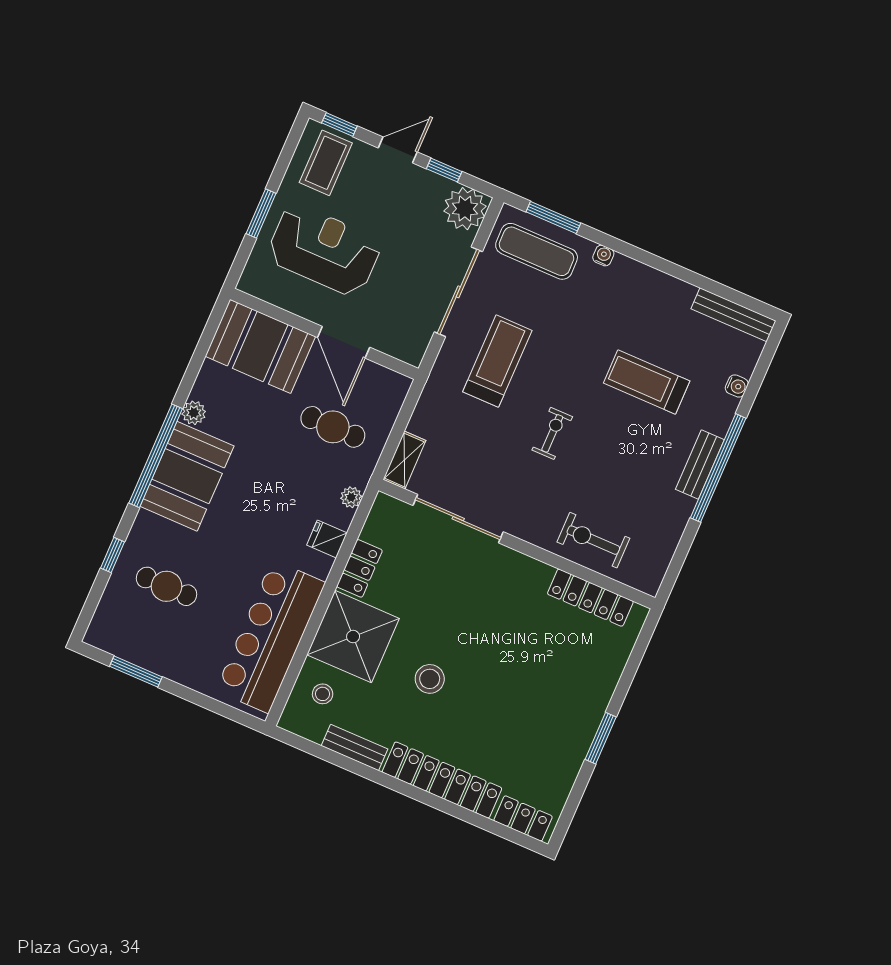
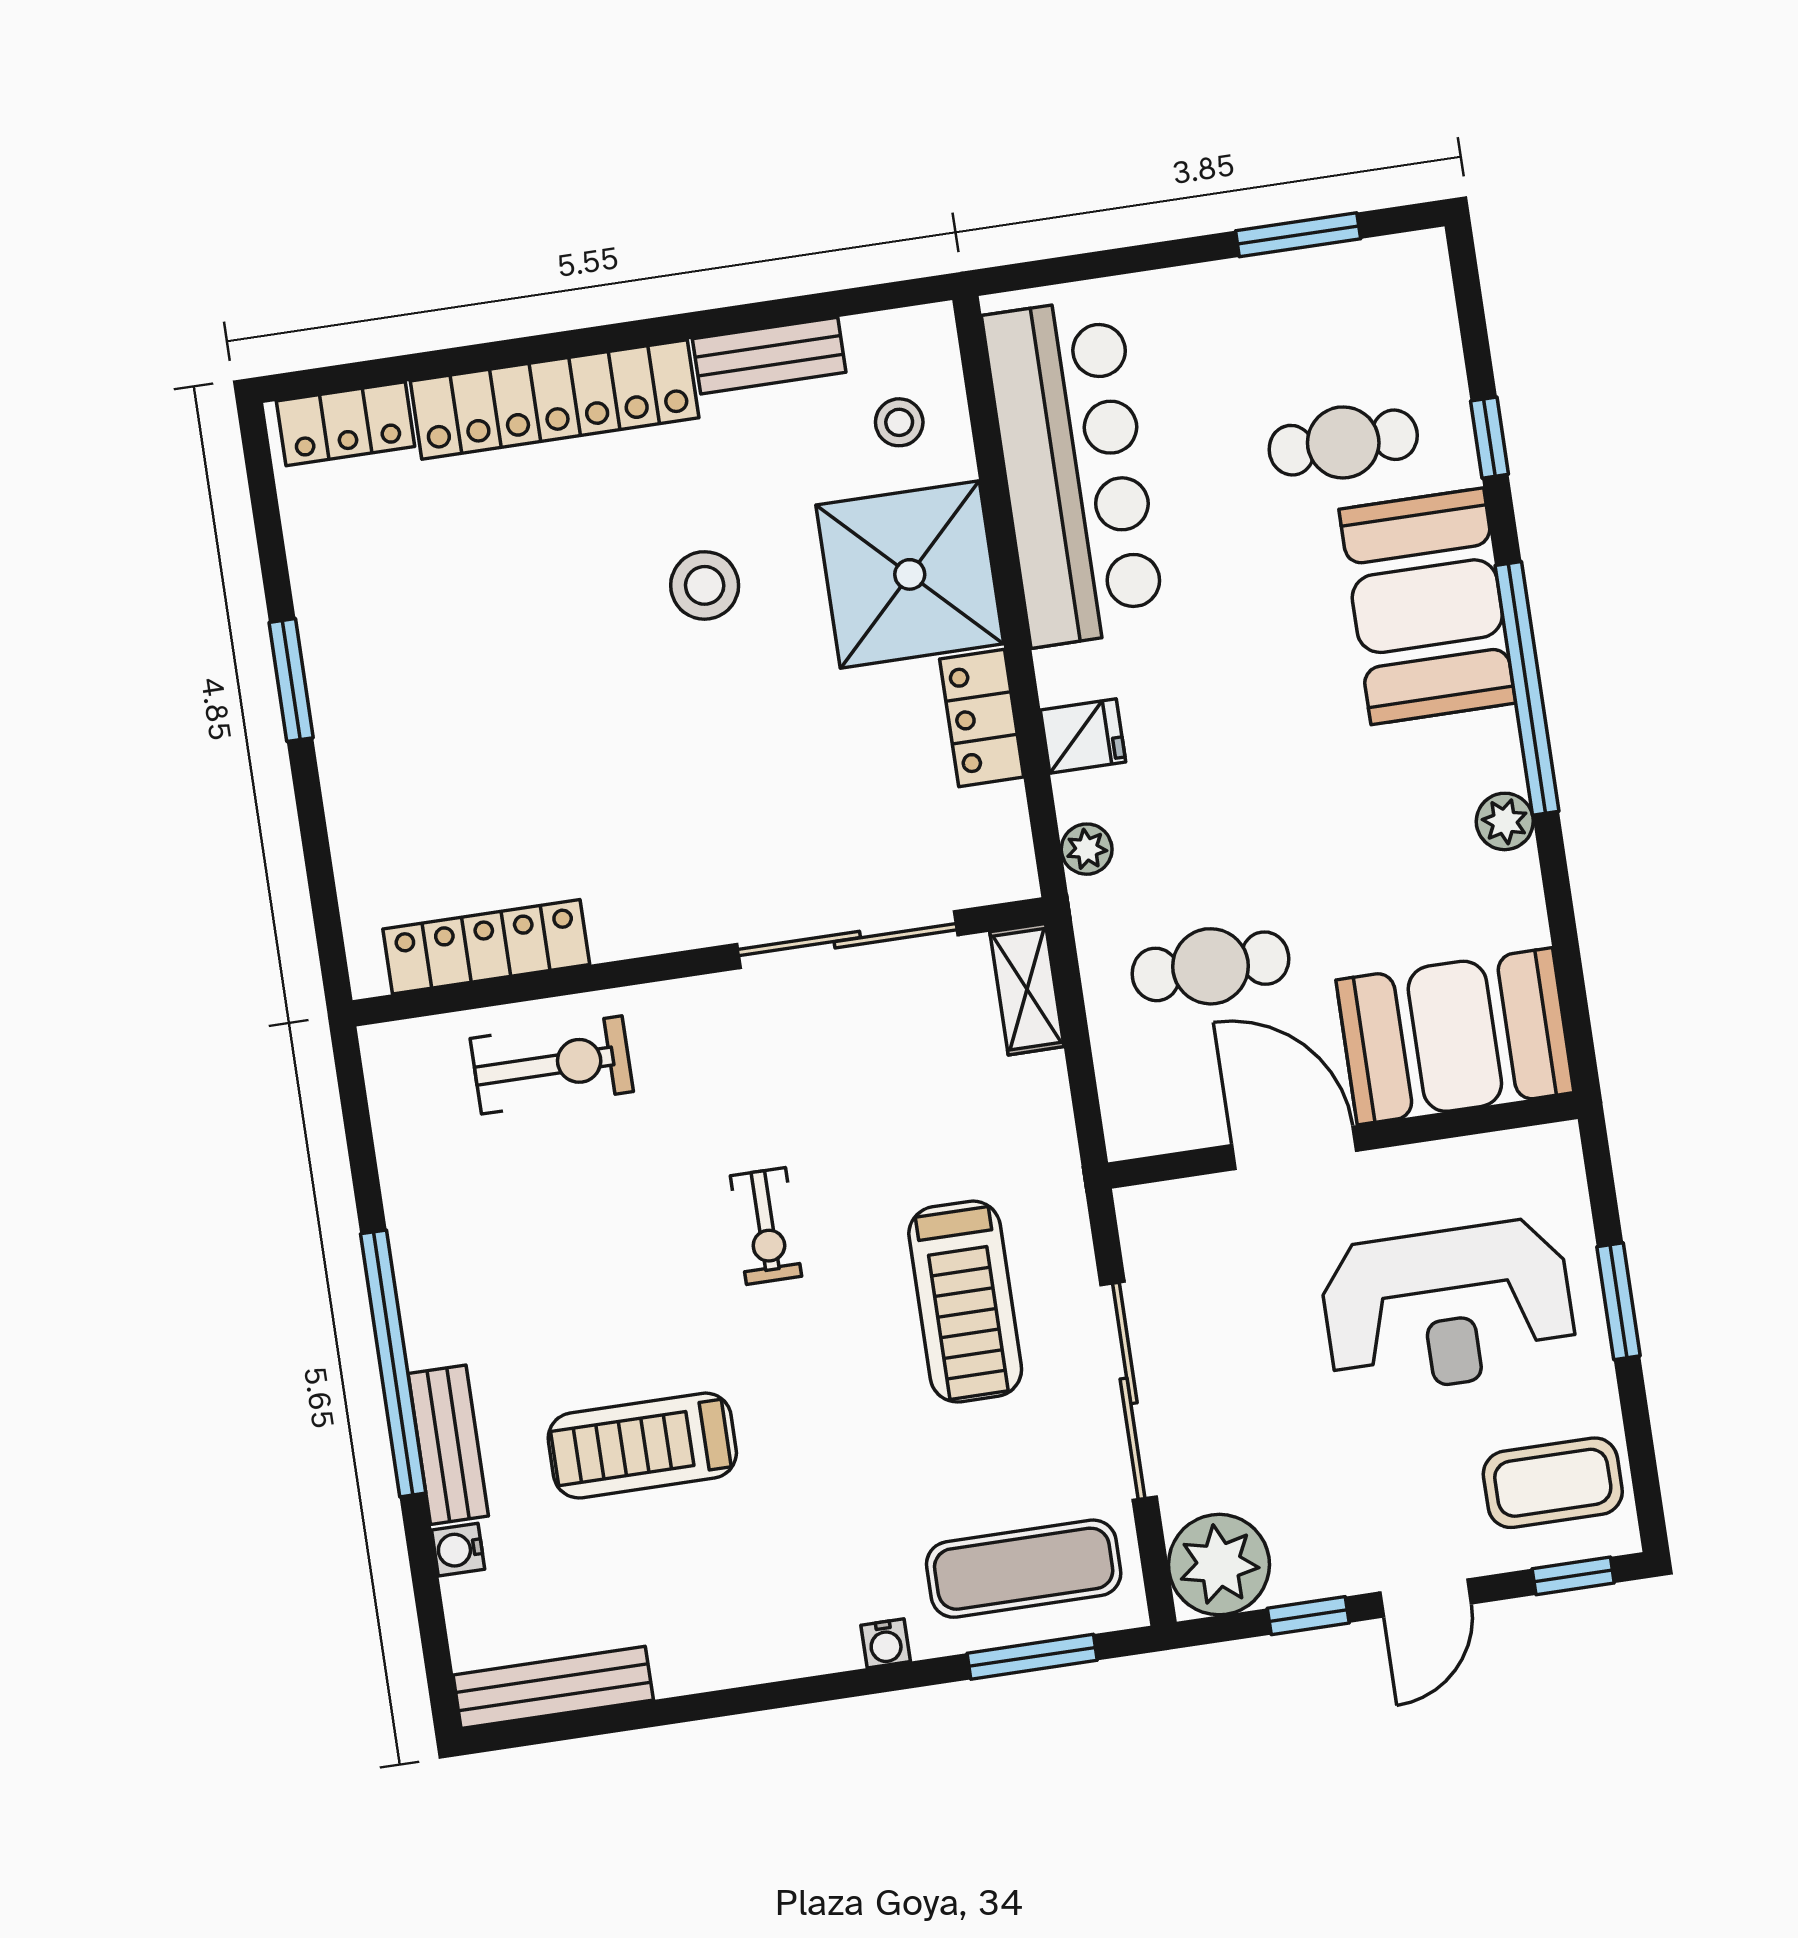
coffee table: (326, 163) -> (1553, 1483), turned 90
treadmill: (647, 382) -> (642, 1446), turned 180
bench: (700, 465) -> (448, 1445), moved
booth: (187, 476) -> (1427, 606), moved

